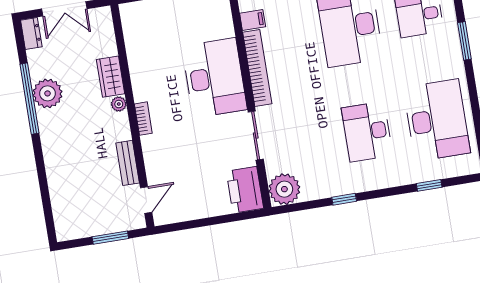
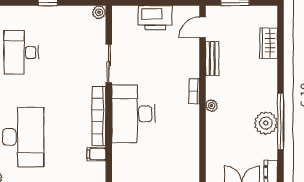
wardrobe: (111, 77) -> (269, 43), moved, turned 180
desk: (367, 132) -> (21, 52), turned 180
plant: (284, 189) -> (99, 12), width x0.53, depth x0.53
printer: (245, 190) -> (155, 18), moved, turned 90

